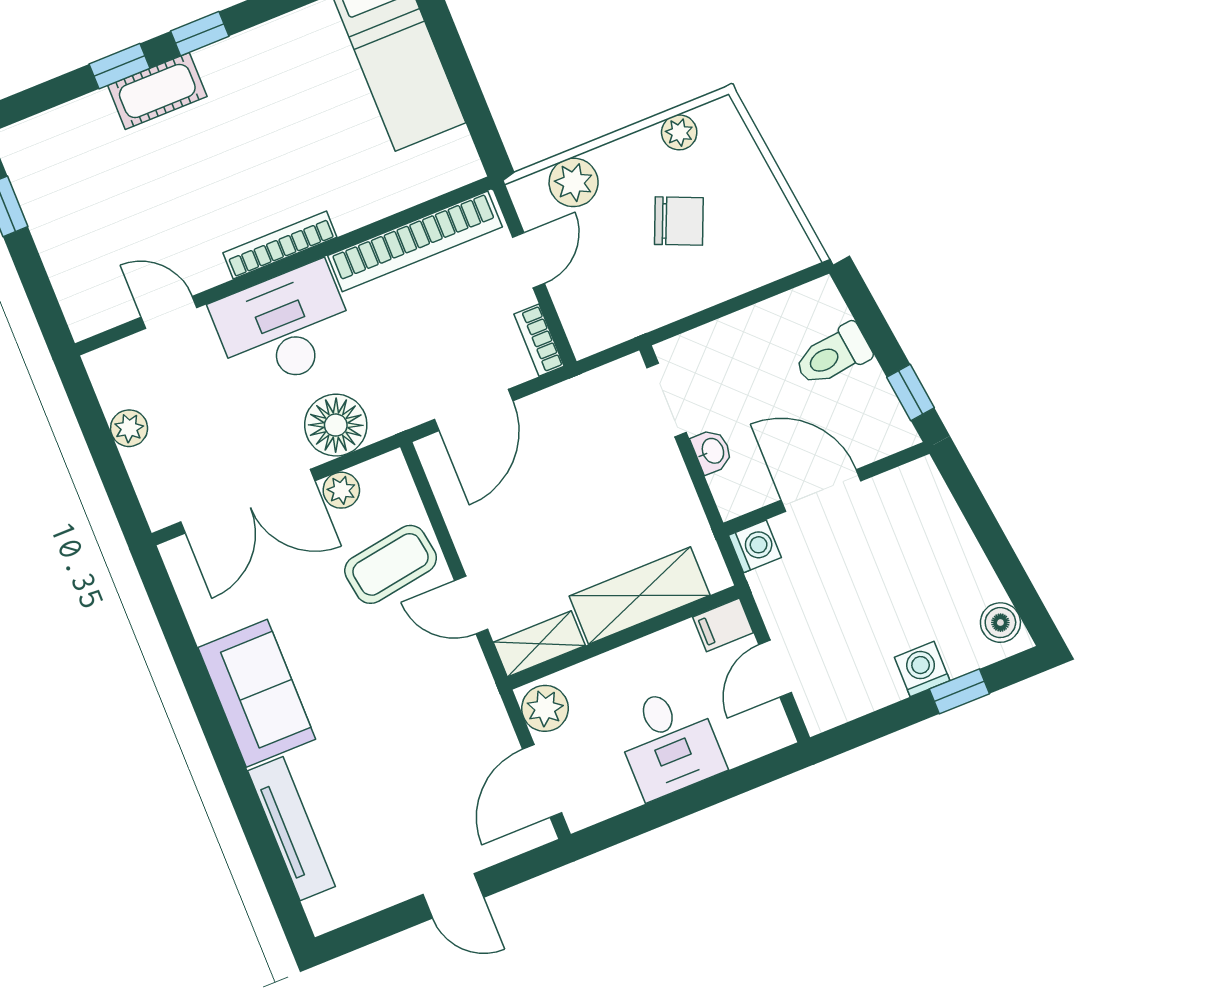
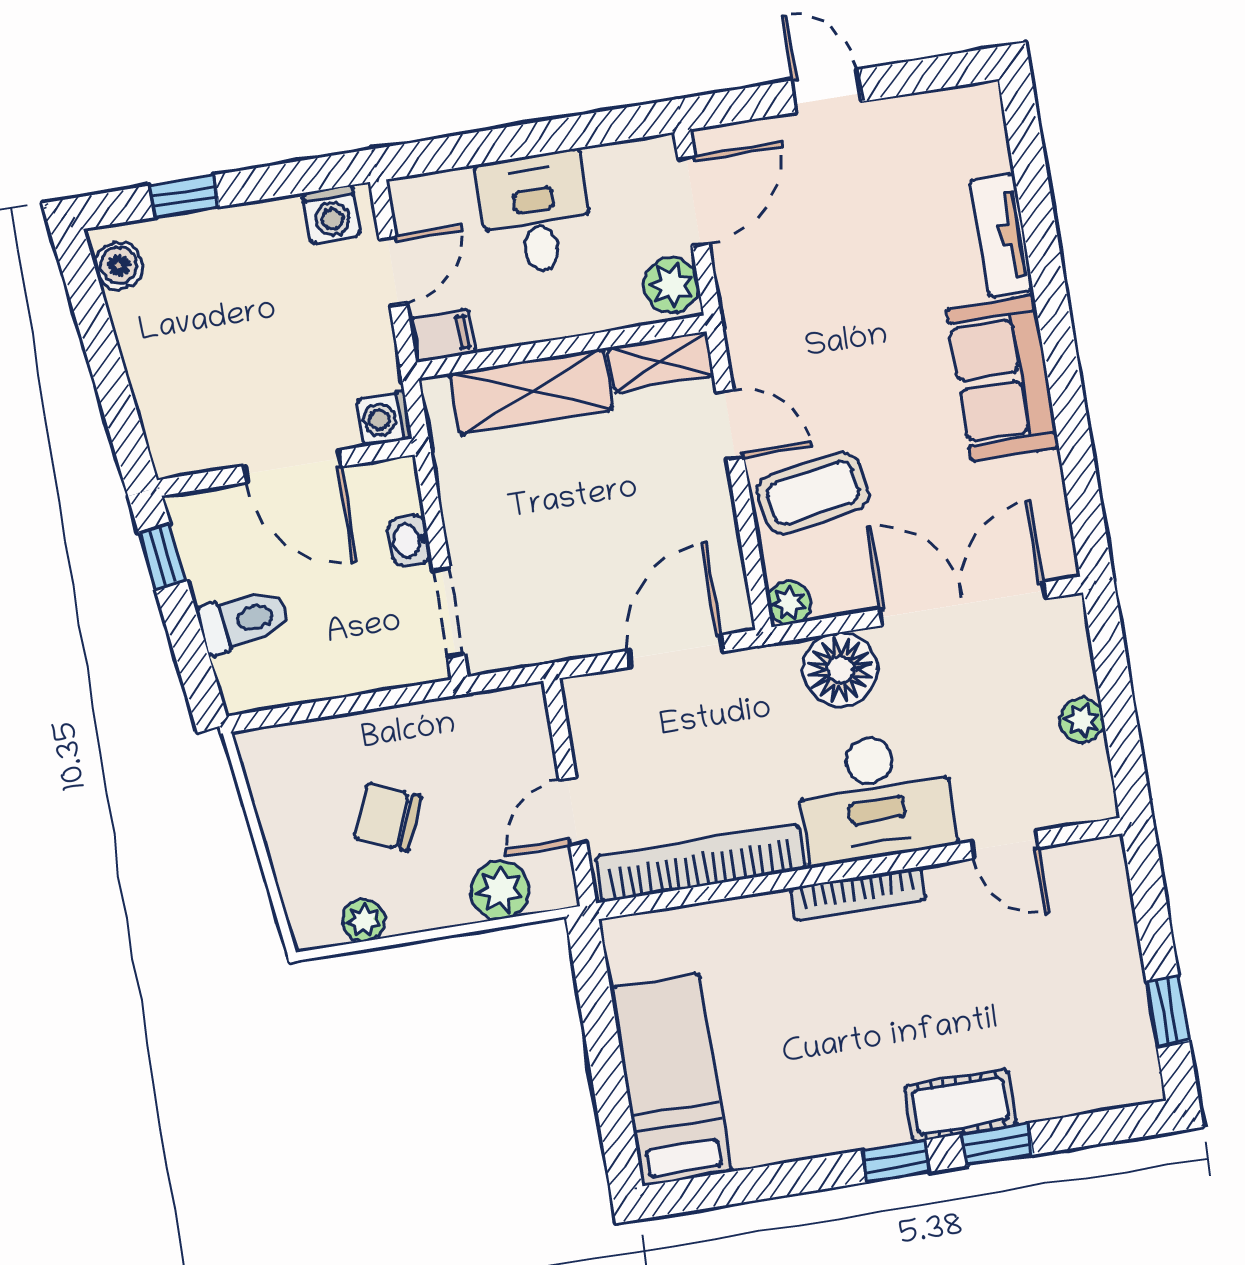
bookcase: (539, 340) -> (581, 715), removed
plant: (341, 490) -> (789, 603), moved
washing machine: (922, 669) -> (331, 214), moved
tv unit: (292, 829) -> (1002, 236), width x0.71

